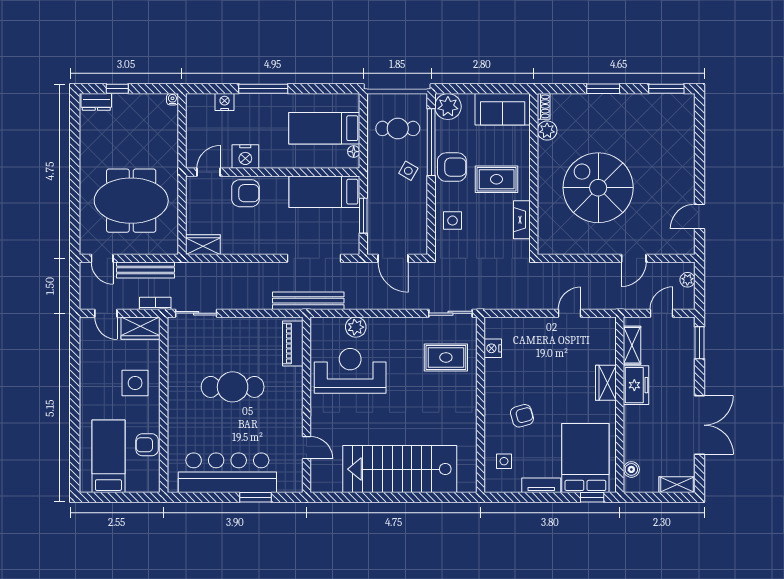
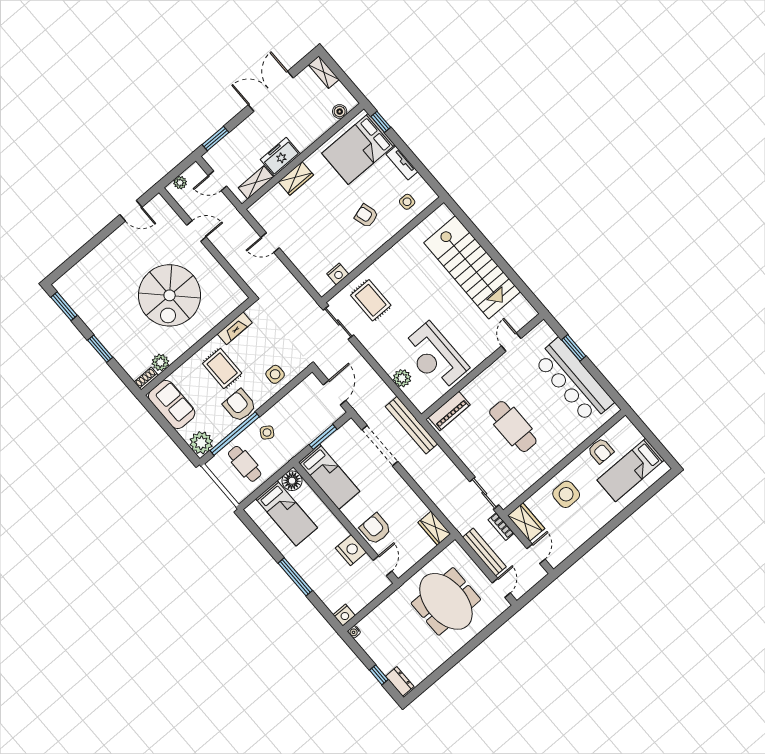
nightstand: (225, 102) -> (344, 615), moved, turned -90
floor lamp: (354, 152) -> (292, 481), width x1.89, depth x1.89
door: (209, 172) -> (382, 566), swing flipped

